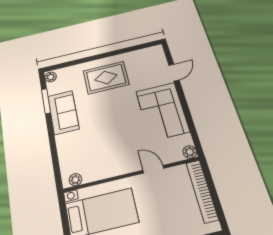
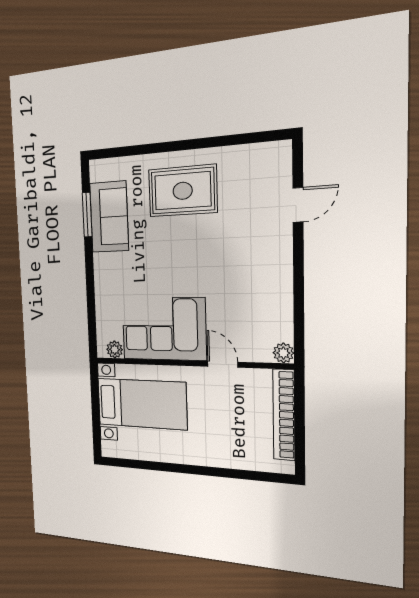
plant: (51, 77) -> (98, 171), removed
corner sofa: (162, 111) -> (164, 329), moved, turned 90
sofa: (63, 112) -> (109, 217), moved

